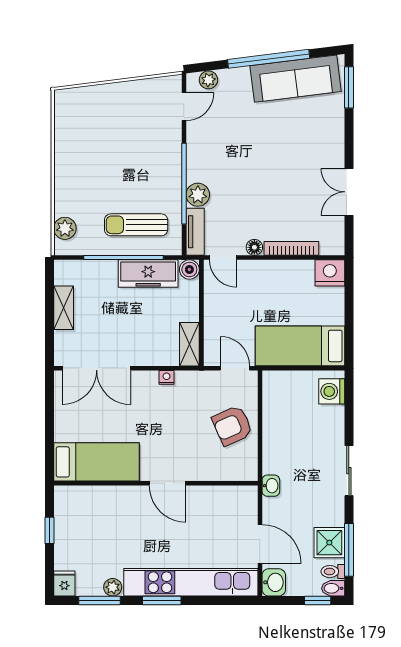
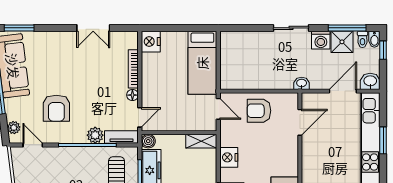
armchair: (236, 140) -> (56, 108), added
door: (235, 368) -> (218, 109), swing flipped
nightstand: (167, 377) -> (229, 157), width x1.89, depth x1.79
washing machine: (332, 391) -> (321, 40), moved
armchair: (232, 426) -> (259, 111), turned 114
door: (168, 483) -> (300, 122), moved
window: (162, 600) -> (383, 140), moved

